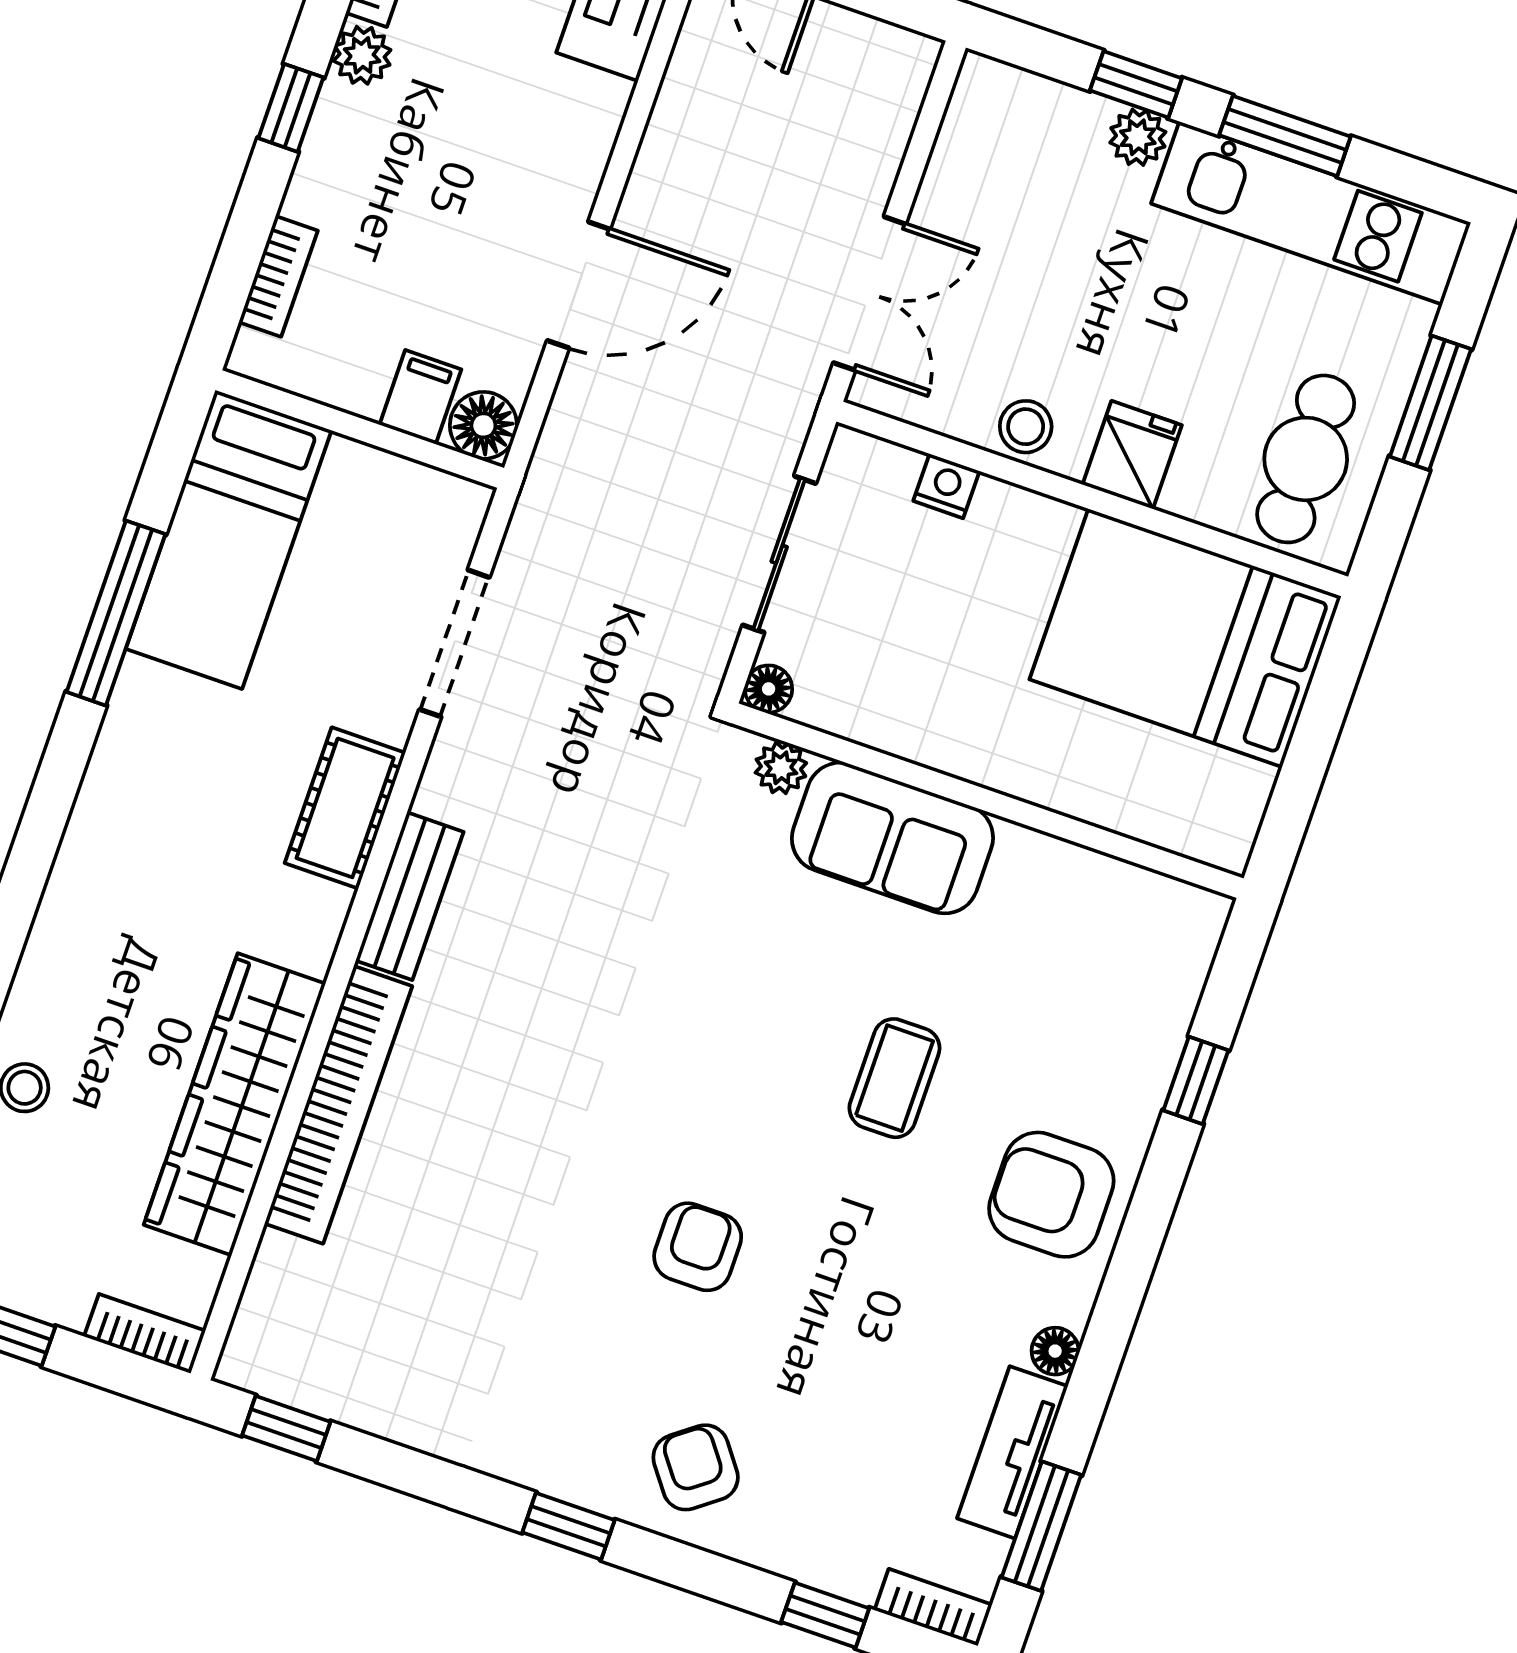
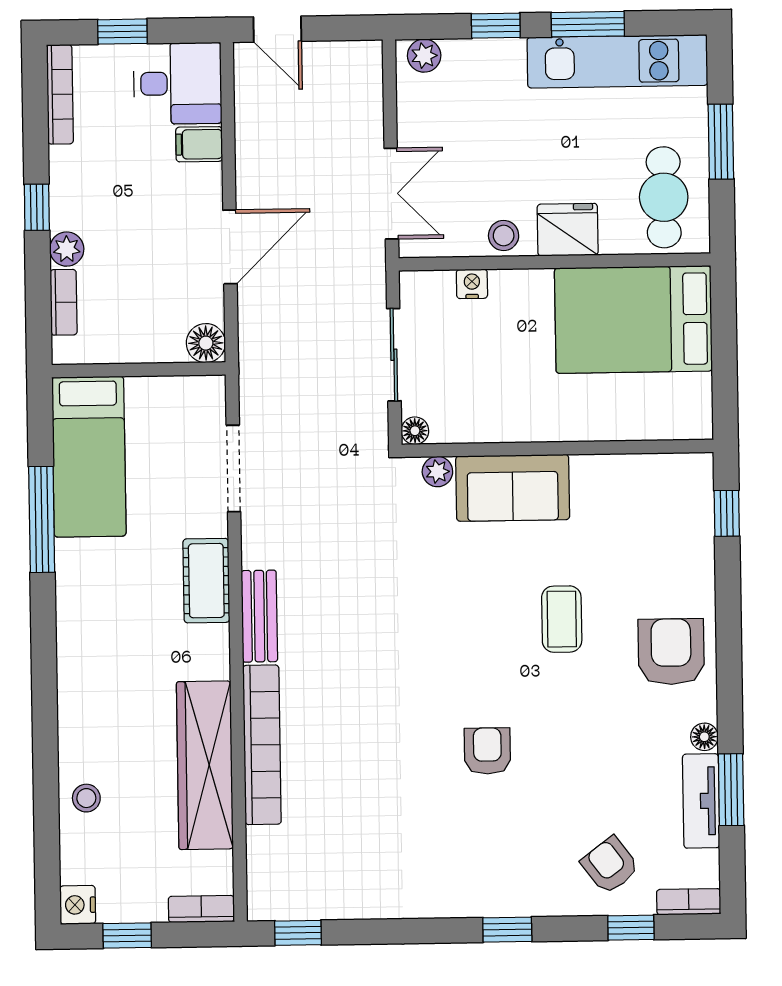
plant: (362, 55) -> (67, 249), moved
plant: (1138, 137) -> (424, 56), moved
filing cabinet: (420, 397) -> (199, 144), moved, turned -90
fridge: (1132, 455) -> (568, 230), width x1.38
window: (1196, 1080) -> (727, 513), moved
armchair: (1051, 1195) -> (671, 652), turned 90
armchair: (696, 1467) -> (610, 865), moved
window: (569, 1526) -> (507, 930), moved
window: (1041, 1526) -> (731, 790), moved

